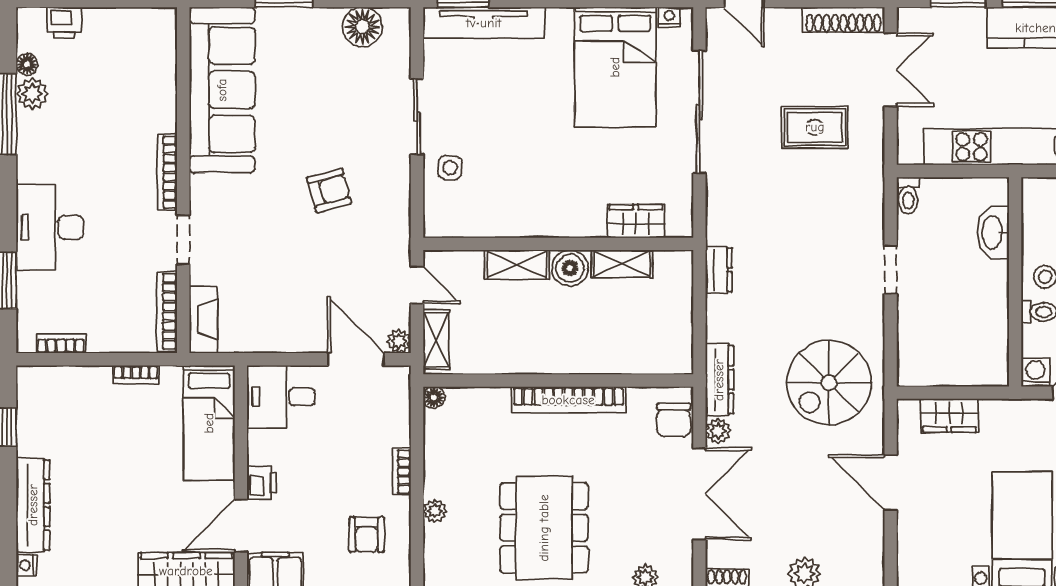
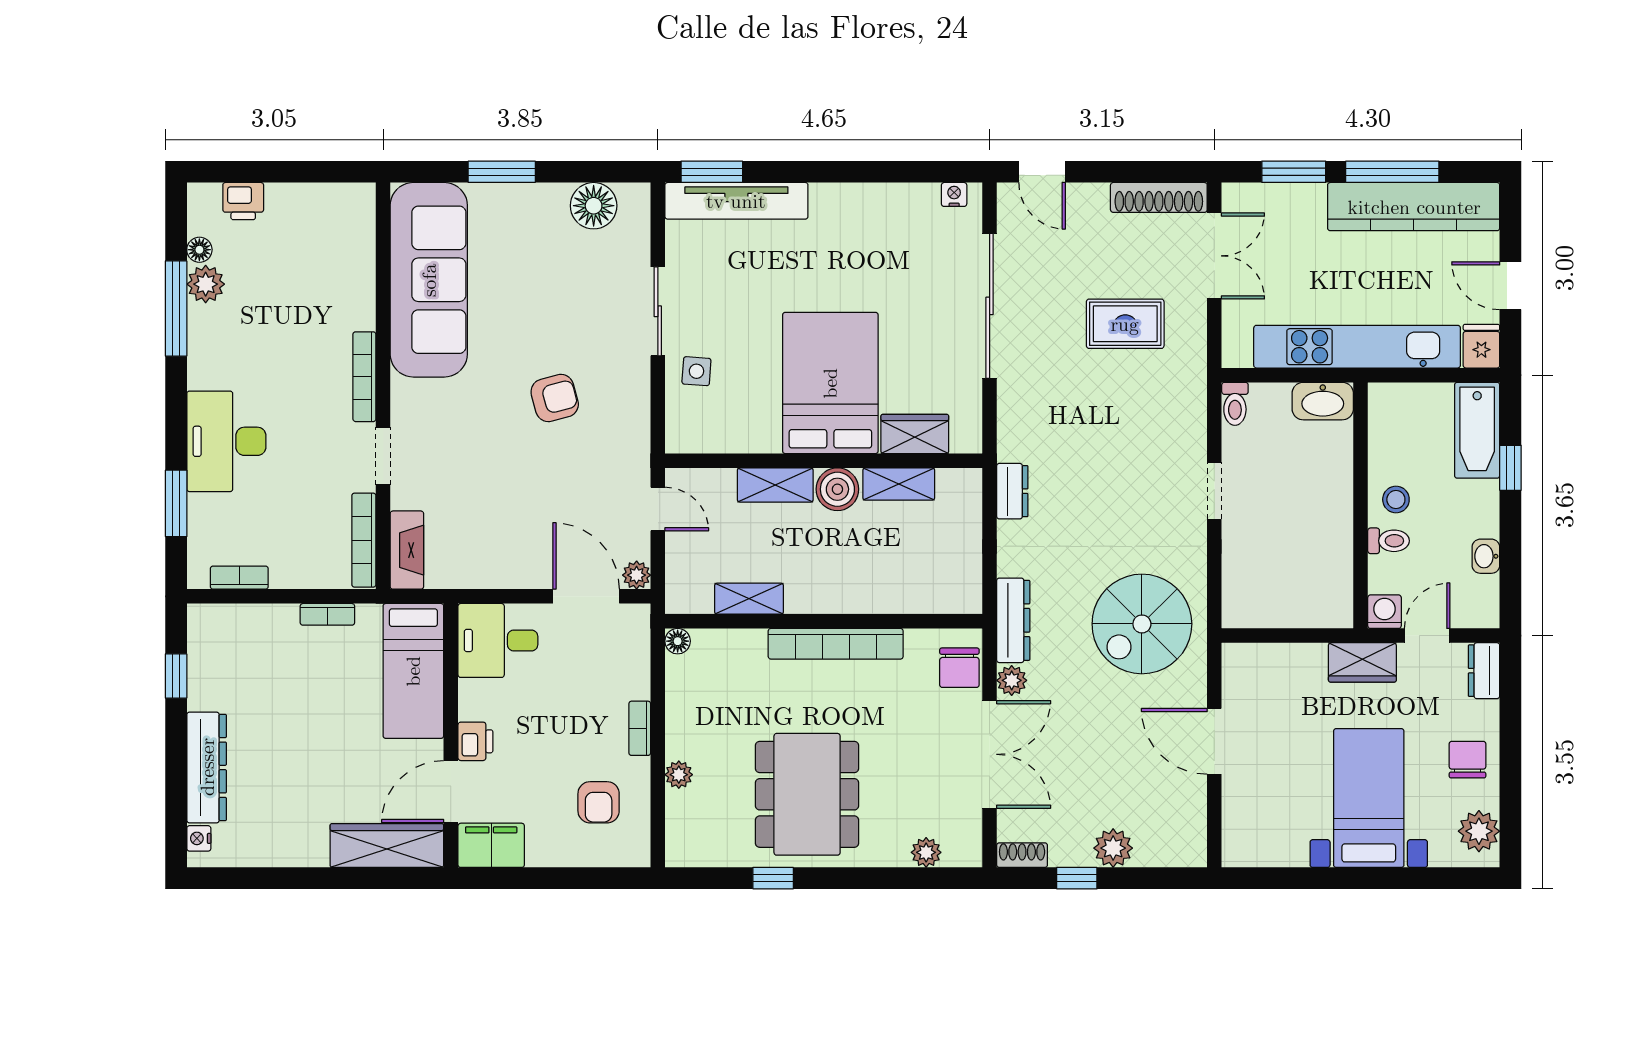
bed: (615, 67) -> (830, 383), moved, turned 180
washbasin: (993, 233) -> (1323, 401), moved, turned -90
shelving: (436, 340) -> (749, 599), moved, turned 90
wardrobe: (949, 415) -> (1362, 662), moved

